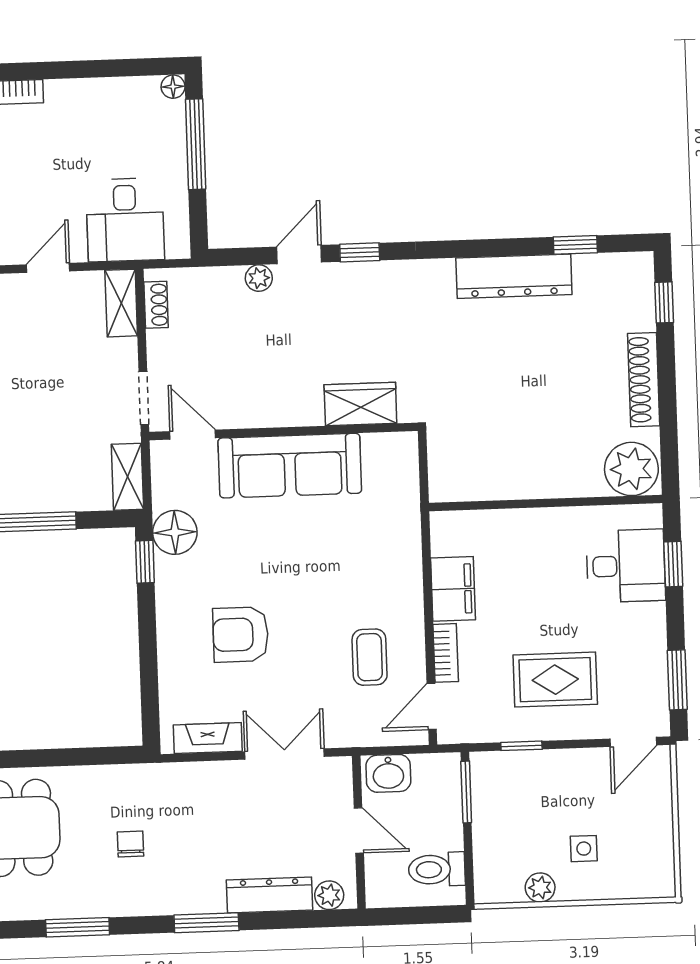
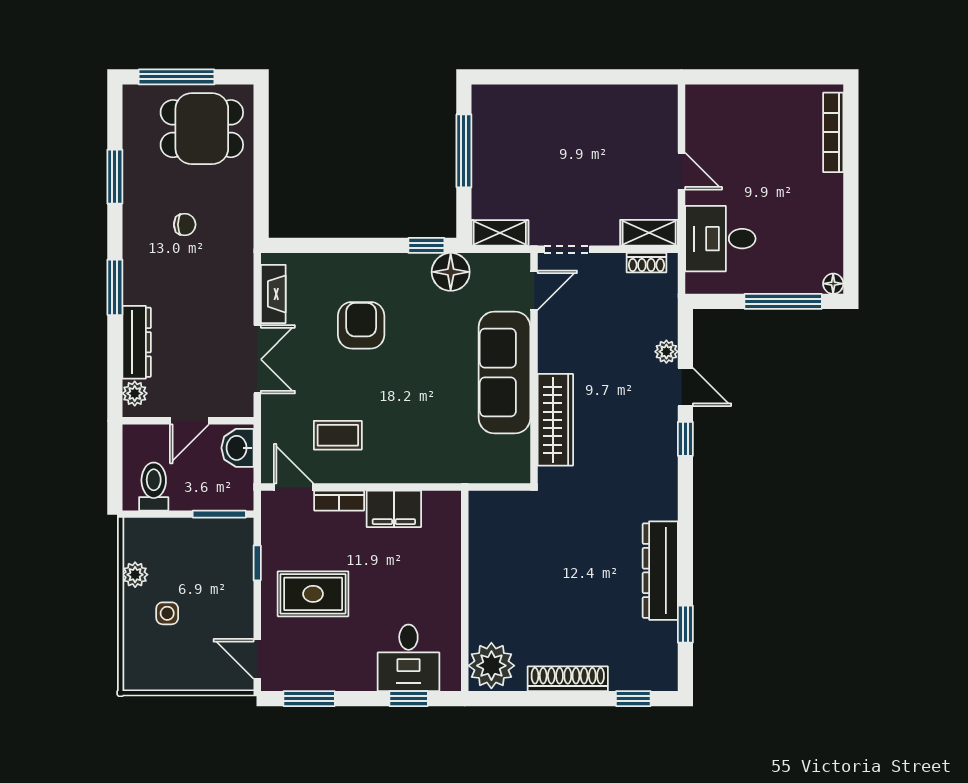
wardrobe: (360, 404) -> (555, 420), width x1.50
rug: (555, 680) -> (313, 594), turned 90

